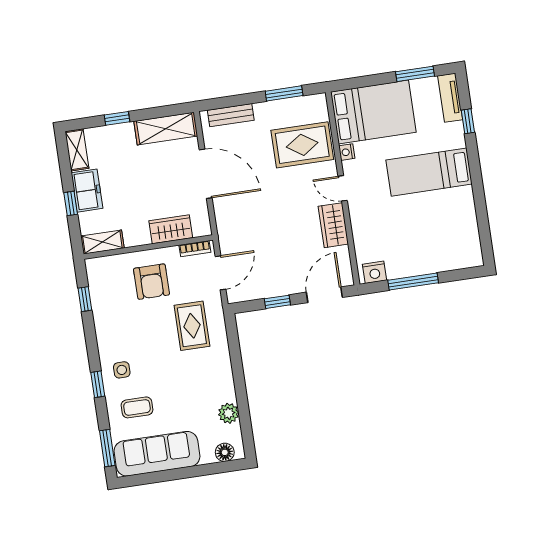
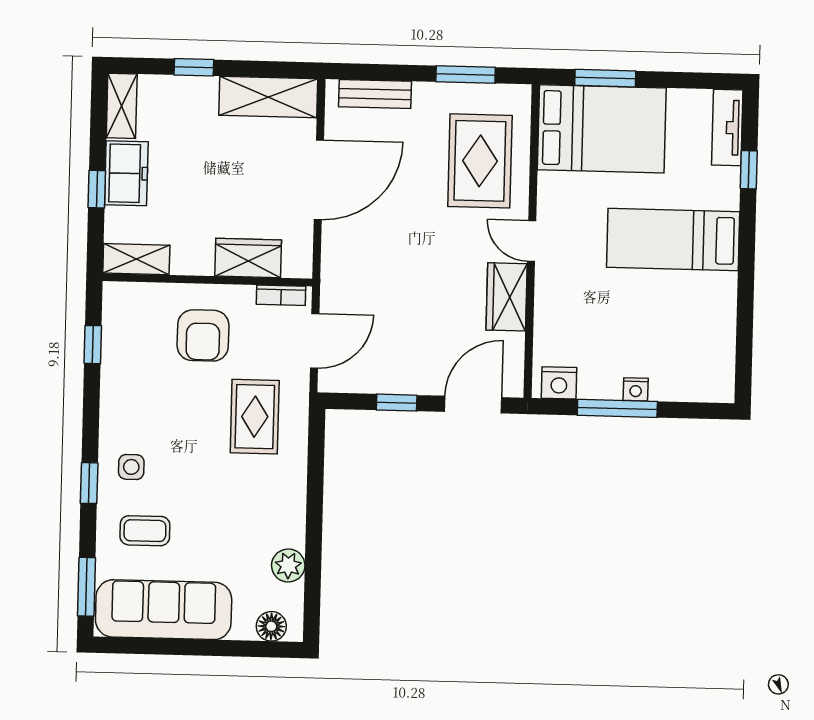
window: (415, 74) -> (605, 78), moved
rug: (302, 145) -> (480, 161), turned 90
nightstand: (347, 152) -> (636, 389), moved, turned -90
door: (206, 174) -> (319, 180), hinge flipped

